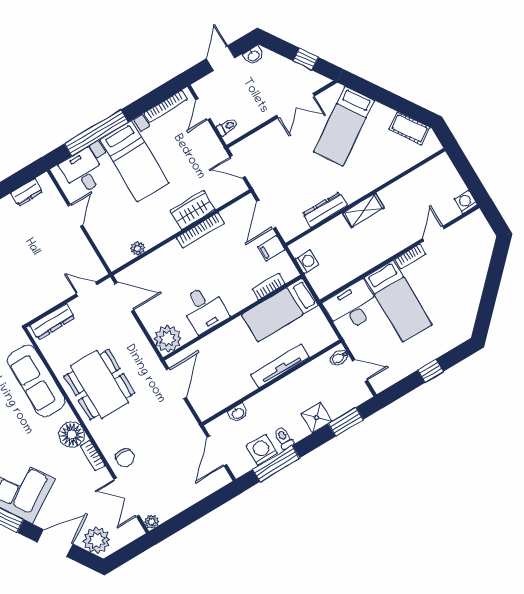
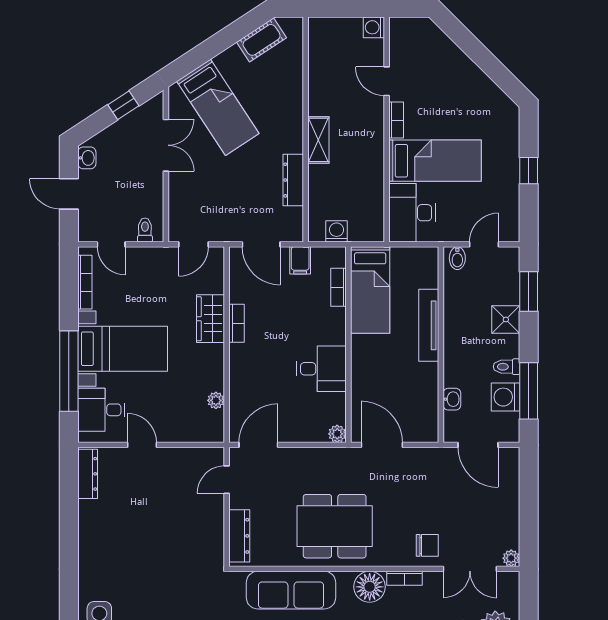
dresser: (27, 192) -> (88, 474), width x1.44
bookcase: (200, 230) -> (237, 323), width x0.64
plant: (168, 339) -> (337, 434), width x0.53, depth x0.53

